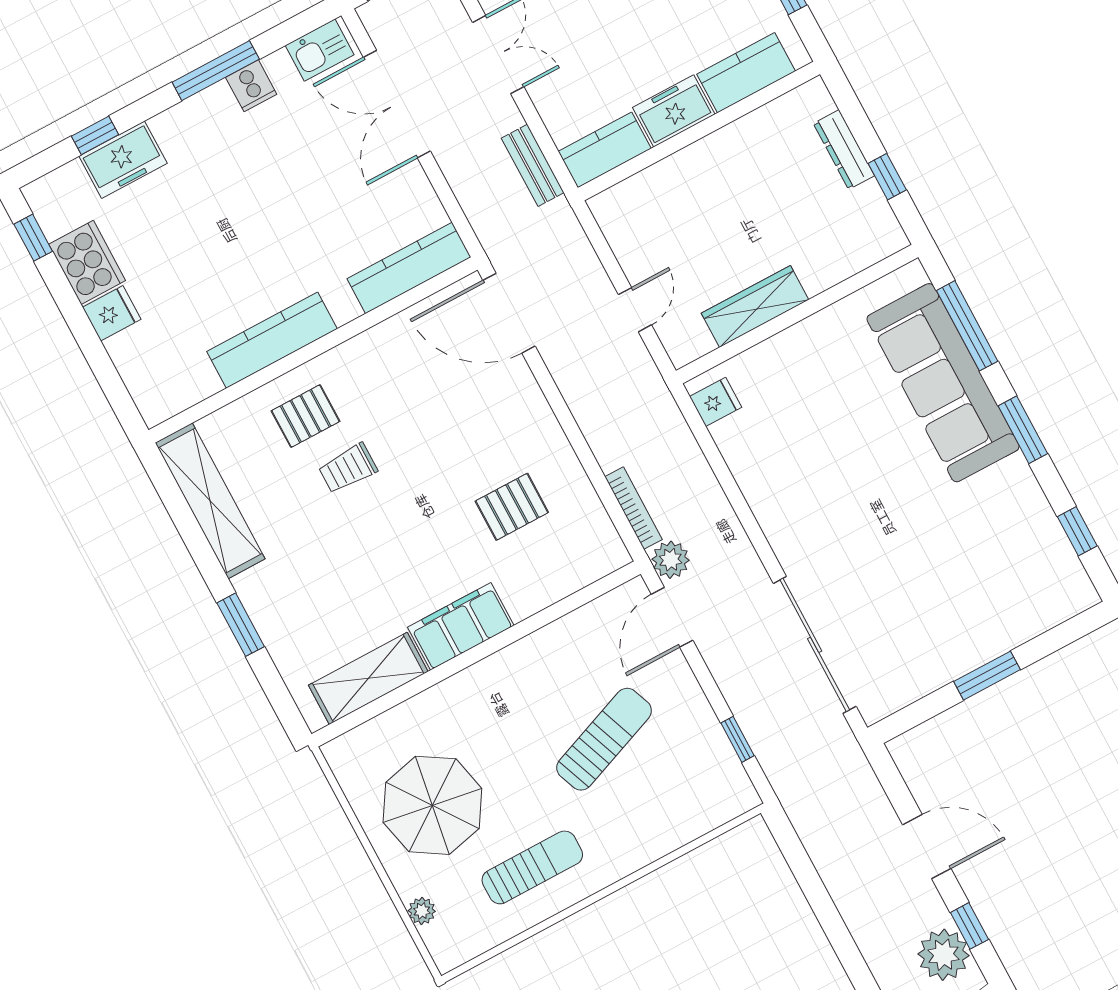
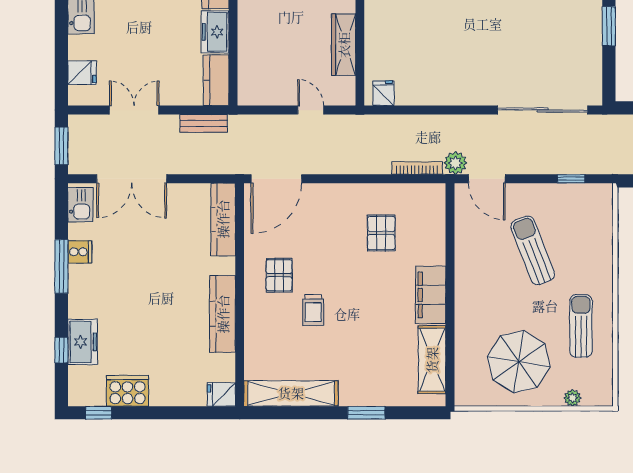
fridge: (112, 313) -> (221, 395), moved, turned -90
pallet: (306, 416) -> (279, 275), moved

